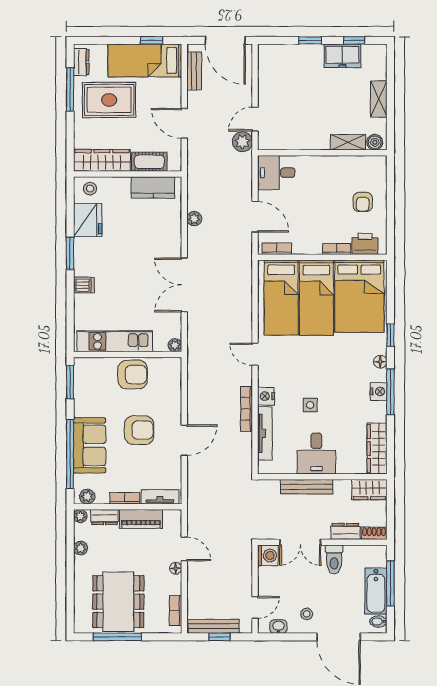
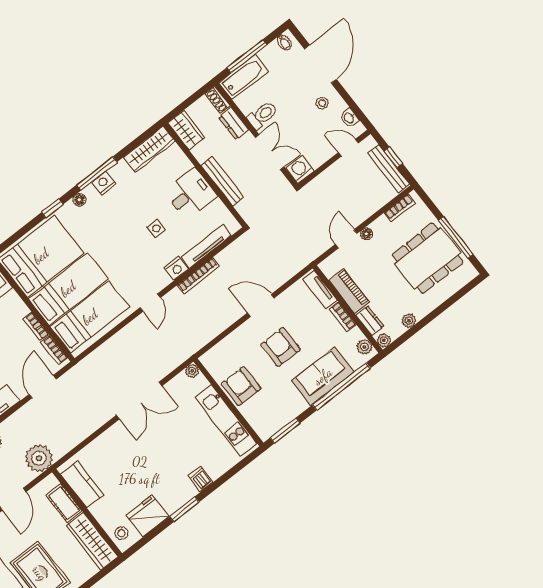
plant: (194, 219) -> (39, 458), moved, width x1.88, depth x1.88
bookcase: (337, 249) -> (36, 326), moved
bathtub: (376, 591) -> (244, 77), moved

